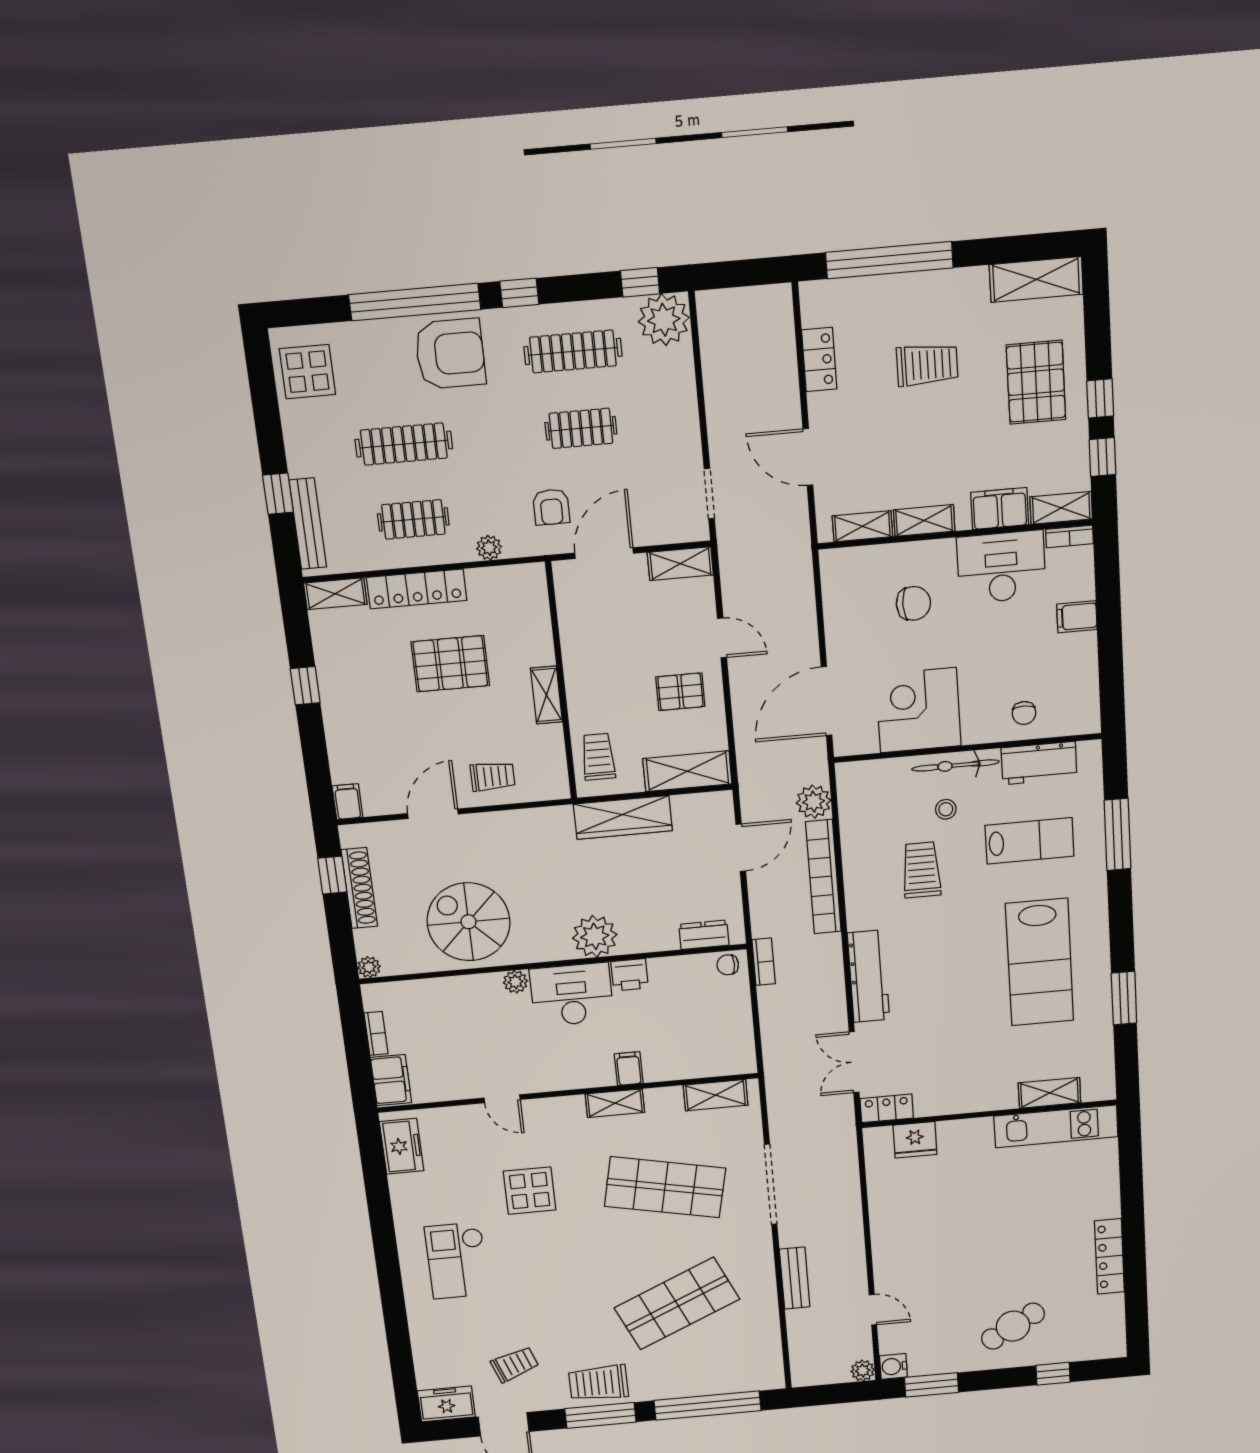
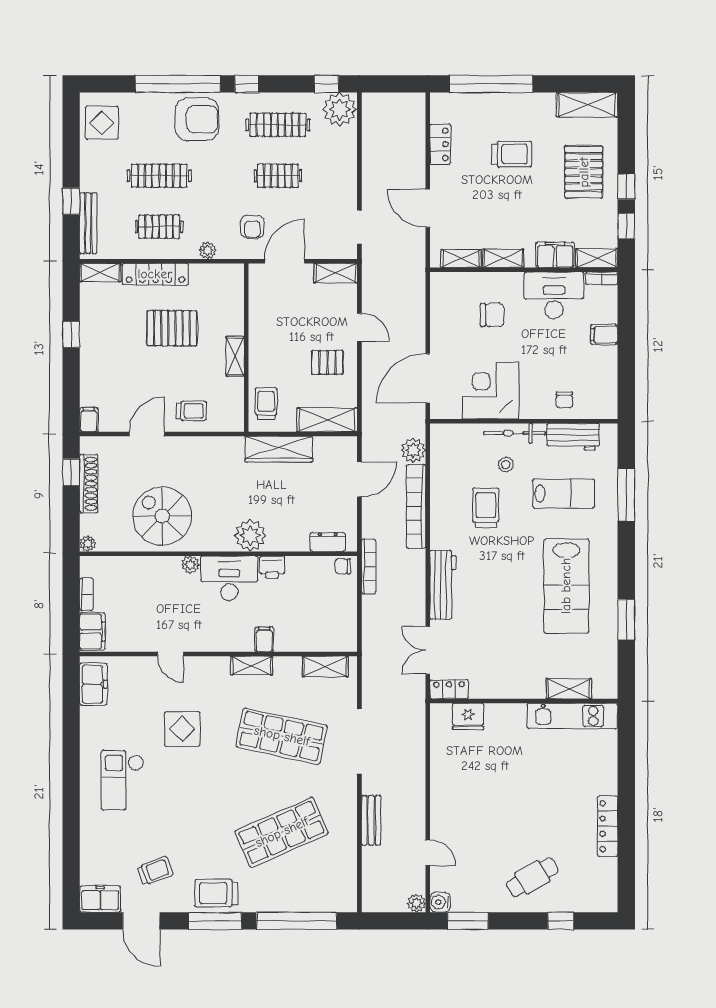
bookcase: (764, 962) -> (369, 566), width x1.56

